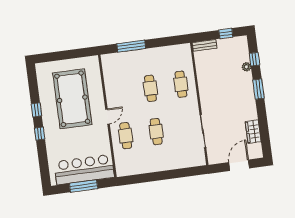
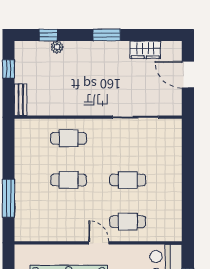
window: (258, 89) -> (107, 35), moved

